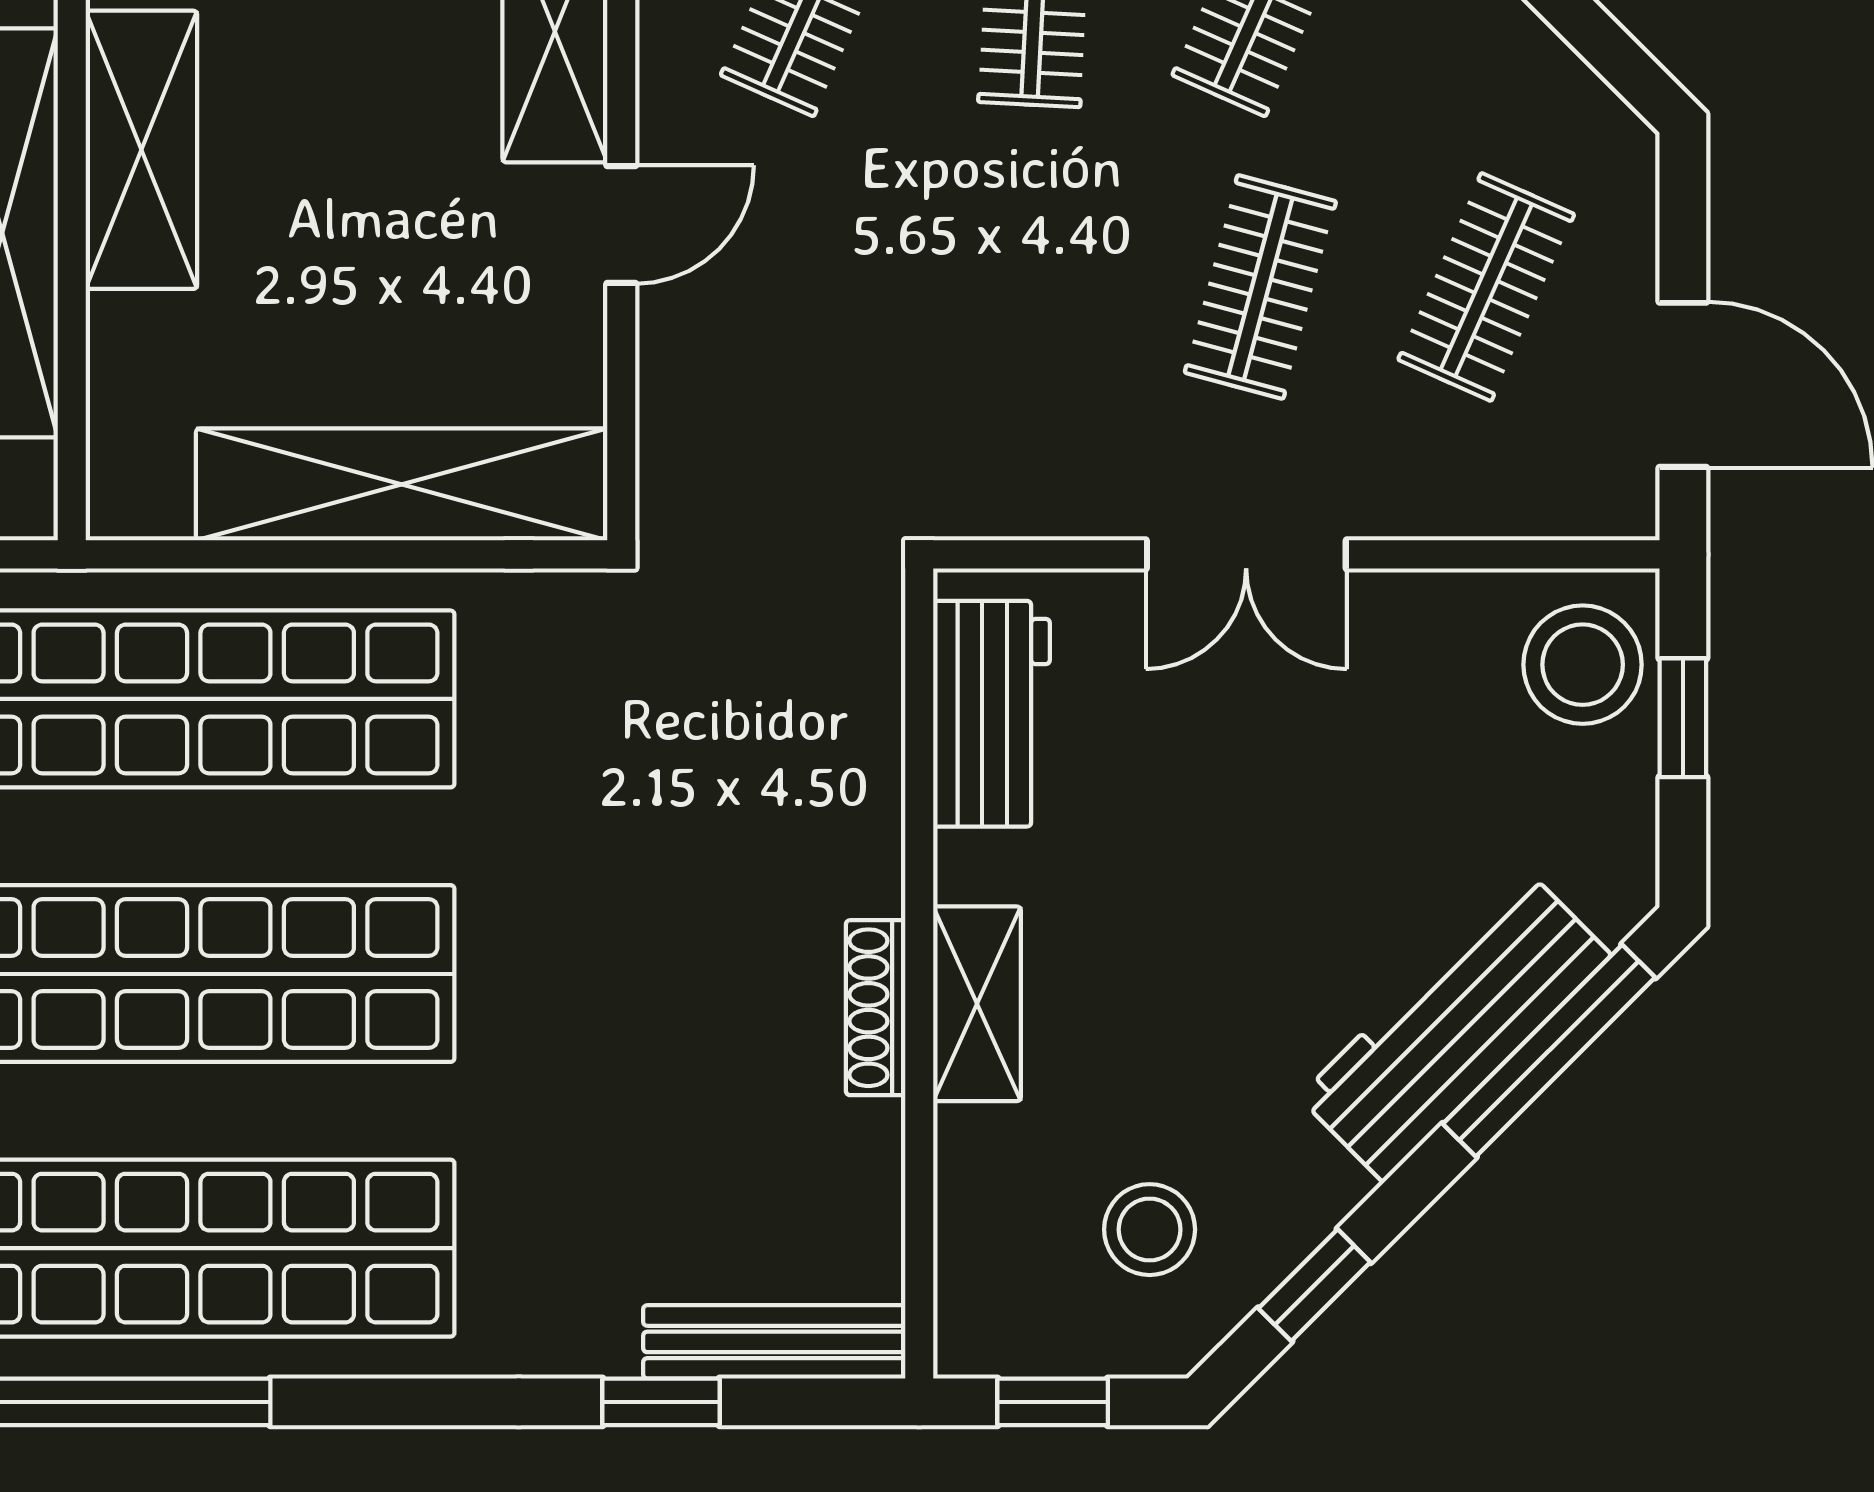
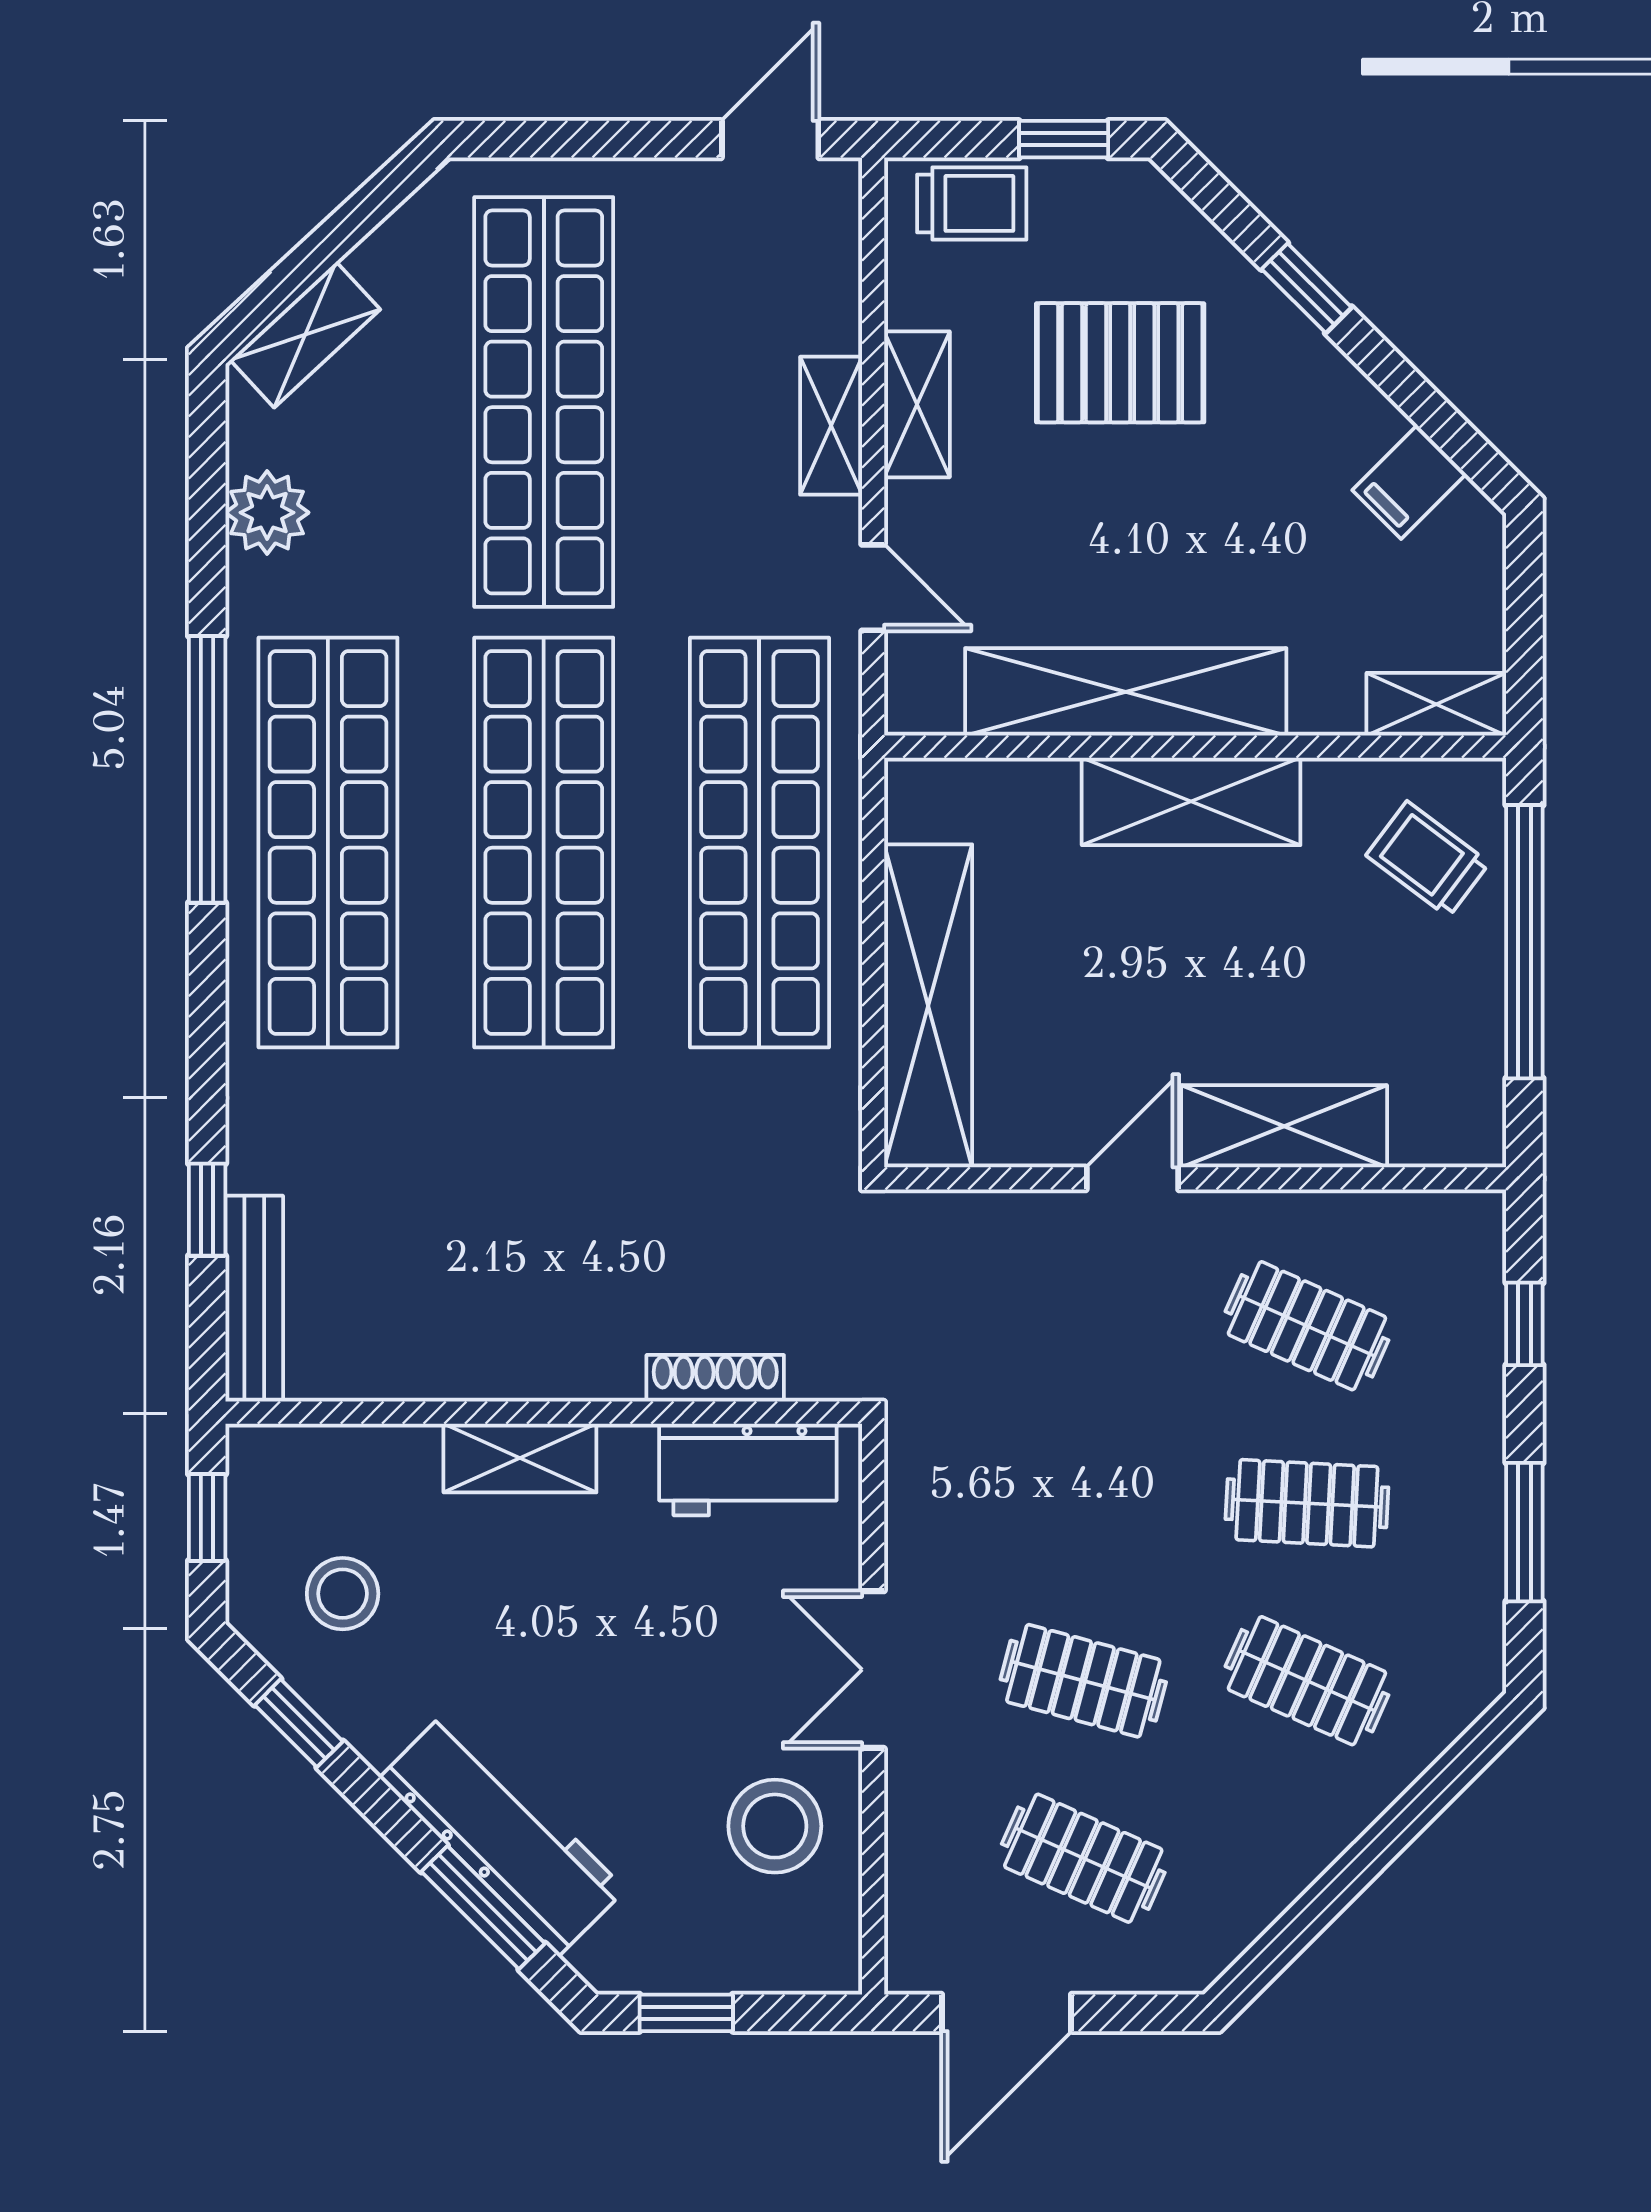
door: (621, 224) -> (1132, 1178), swing flipped
stool: (1583, 665) -> (775, 1826), moved
window: (1683, 718) -> (686, 2013), moved
shoe rack: (876, 1008) -> (715, 1378), moved
window: (1549, 1051) -> (483, 1908), width x0.69

